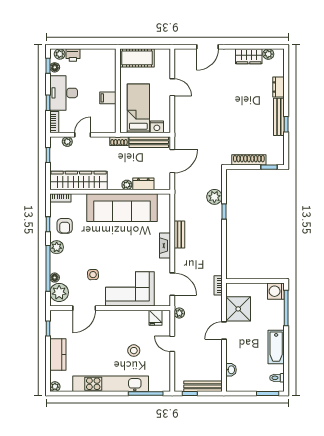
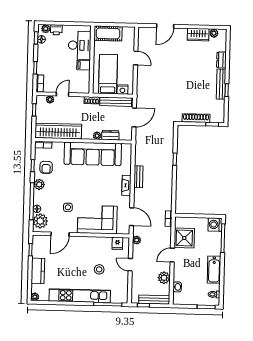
desk: (64, 93) -> (80, 45), moved, turned 180
plant: (214, 197) -> (164, 278), moved

